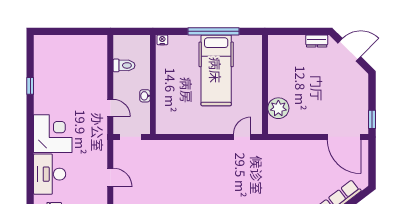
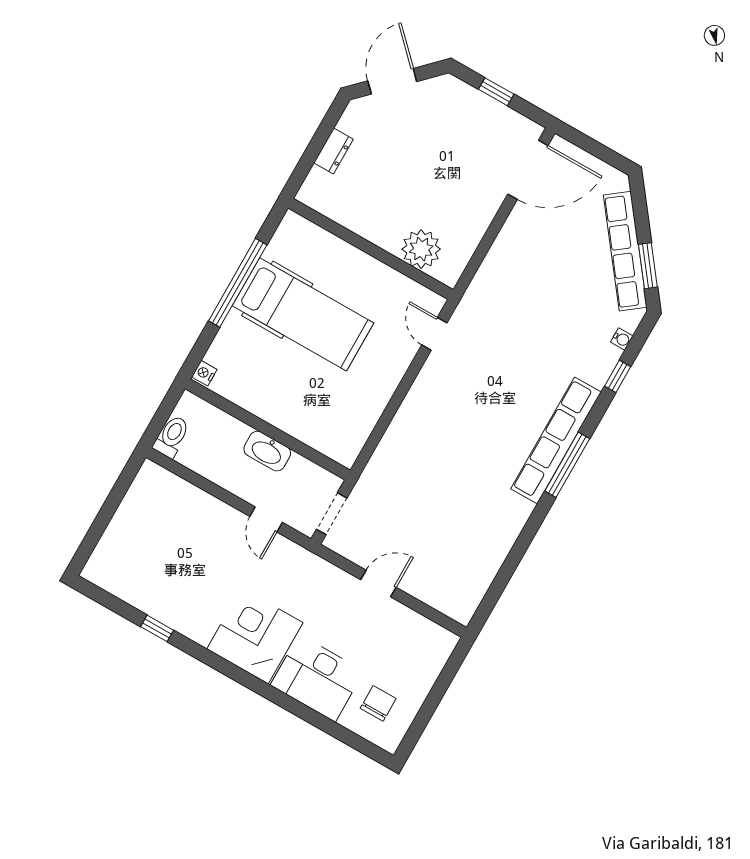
dresser: (317, 41) -> (333, 151), moved
toilet: (124, 65) -> (172, 436), moved
washbasin: (145, 96) -> (267, 451), width x1.91, depth x1.45
door: (110, 108) -> (266, 519), swing flipped
window: (372, 119) -> (496, 92), moved

